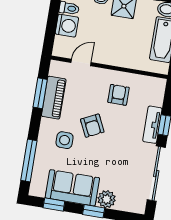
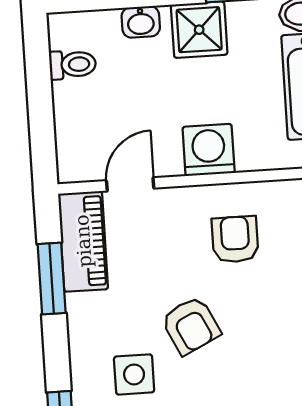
washing machine: (67, 26) -> (209, 150), moved, turned -90
piano: (54, 98) -> (83, 241), moved

